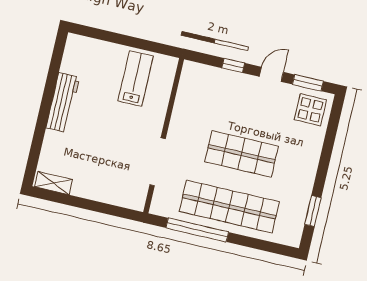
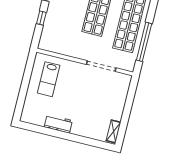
lab bench: (136, 79) -> (49, 79), turned -90
workbench: (63, 102) -> (58, 124), width x0.73

